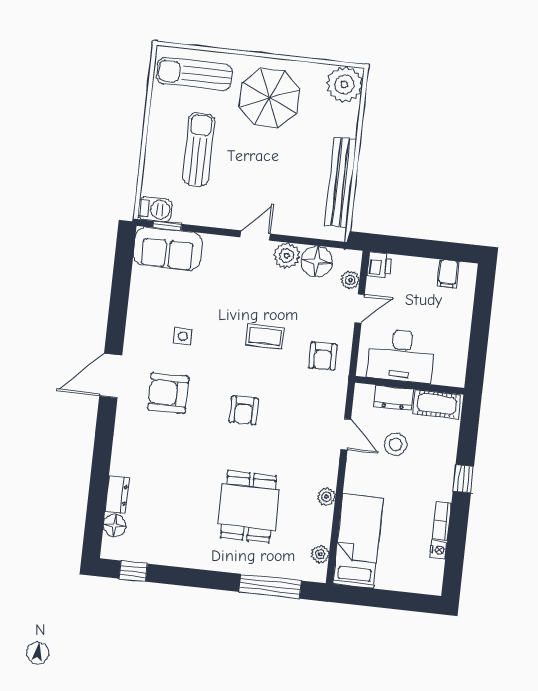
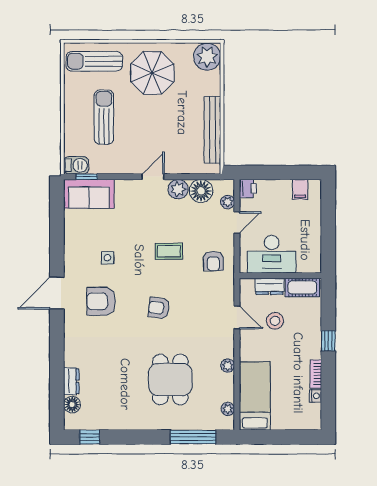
armchair: (244, 410) -> (159, 308), turned 97

